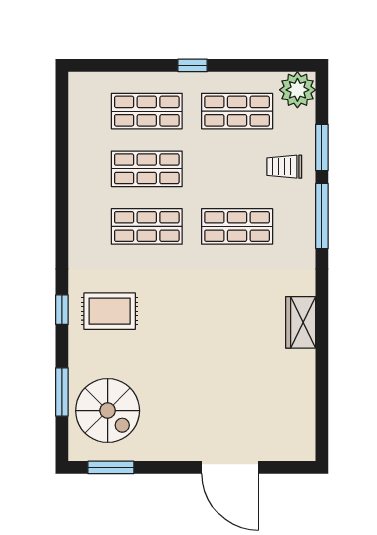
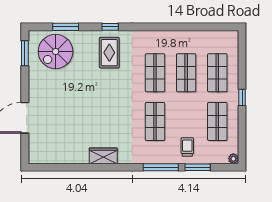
plant: (297, 90) -> (233, 159), width x0.53, depth x0.53

